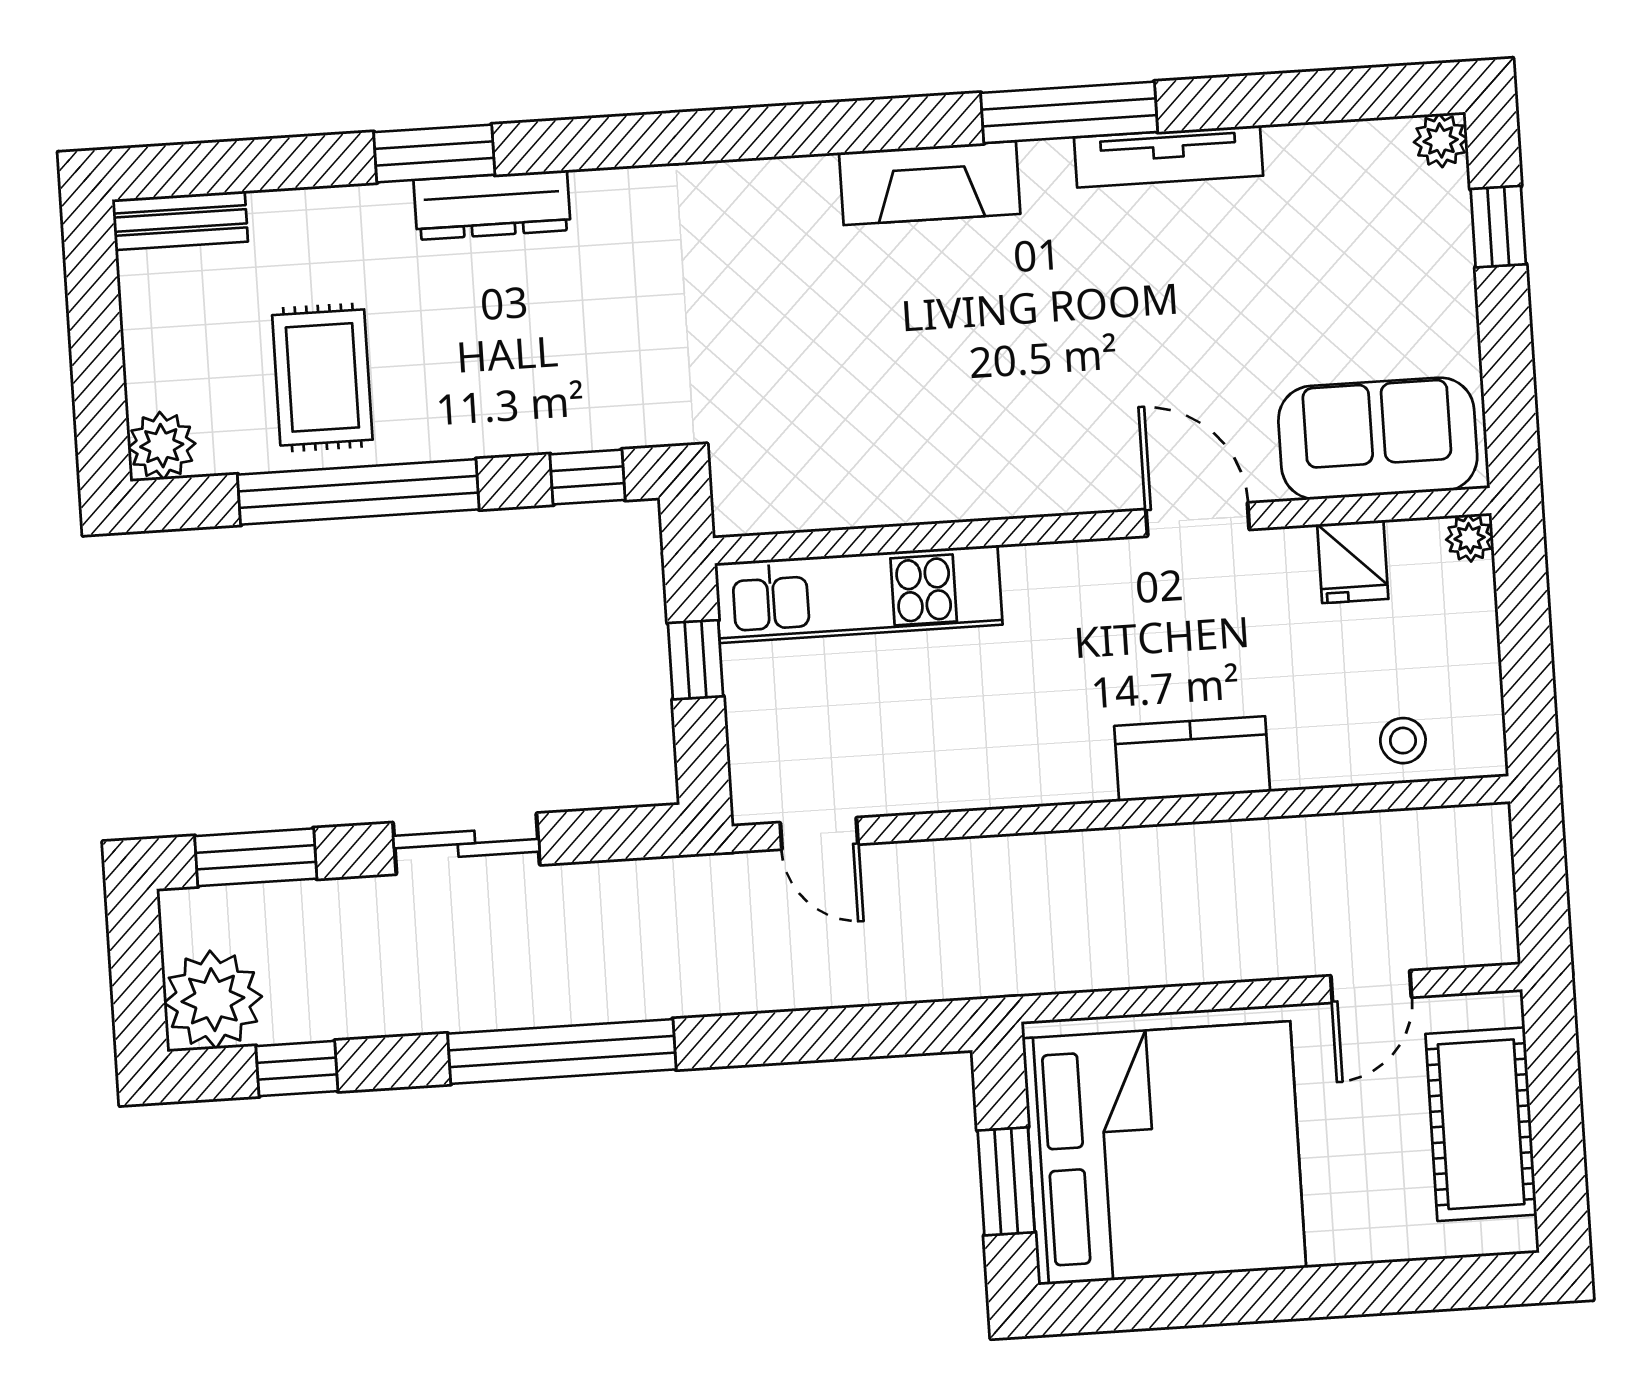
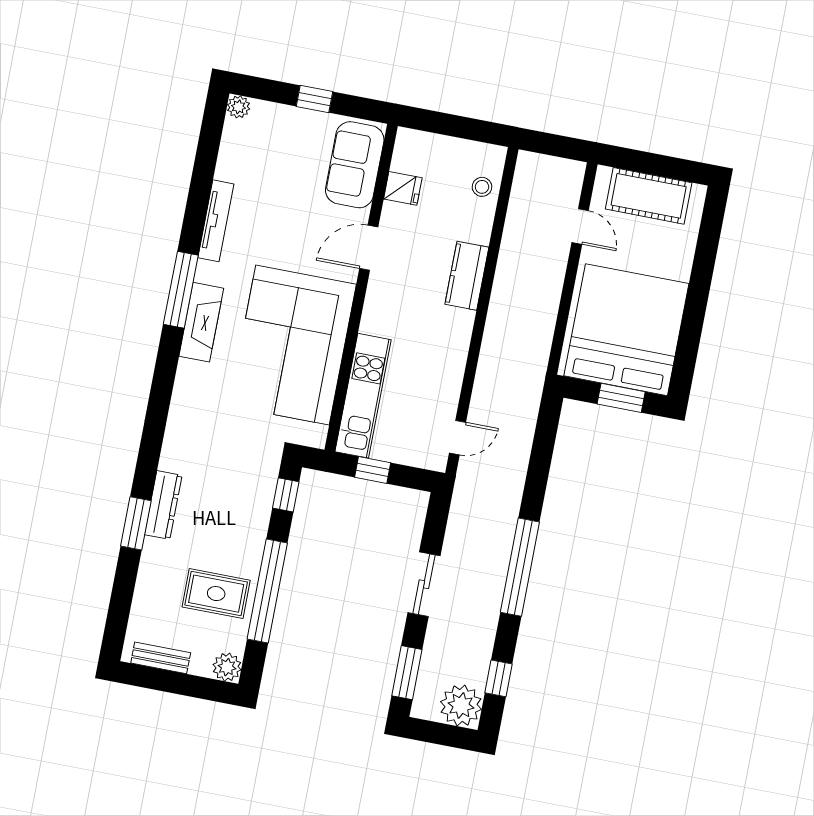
window: (1069, 112) -> (181, 290), moved
bench: (180, 221) -> (161, 658), moved, turned 90
window: (1498, 227) -> (314, 99), moved
corner sofa: (932, 404) -> (292, 345), added
plant: (1470, 538) -> (406, 138), removed

